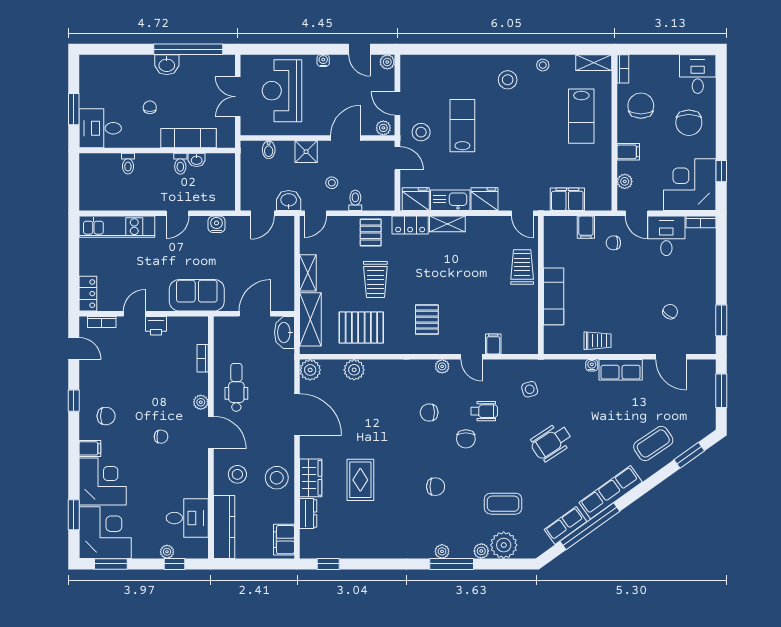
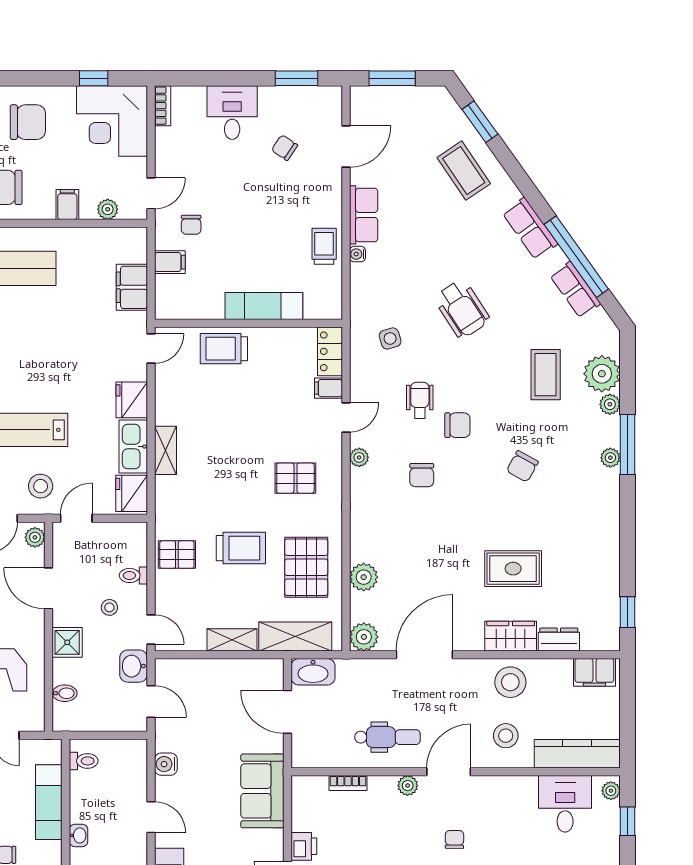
washbasin: (197, 160) -> (78, 835), moved
toilet: (180, 164) -> (84, 761), moved
locker: (410, 225) -> (330, 351), moved, turned 180
desk: (666, 236) -> (232, 113), moved, turned 90
dental chair: (236, 387) -> (387, 737), turned 180
chair: (436, 487) -> (522, 466), turned -151
row of seats: (611, 492) -> (530, 228), width x0.68
plant: (167, 552) -> (611, 791), moved

